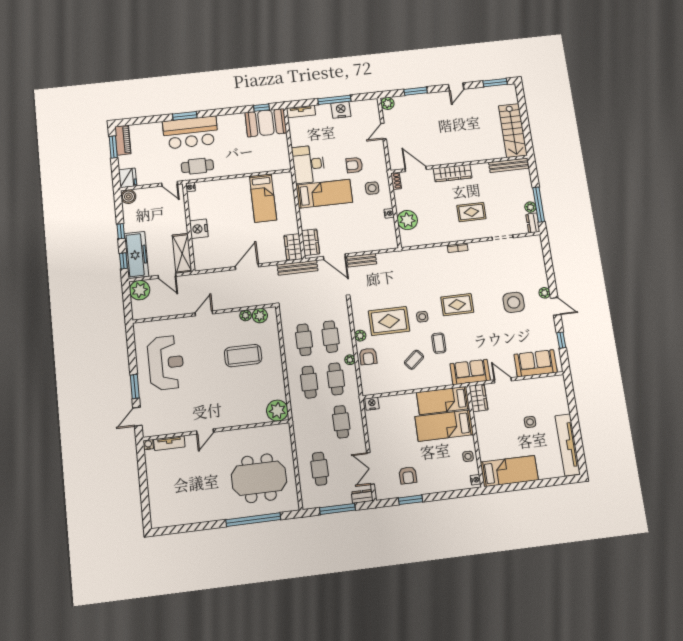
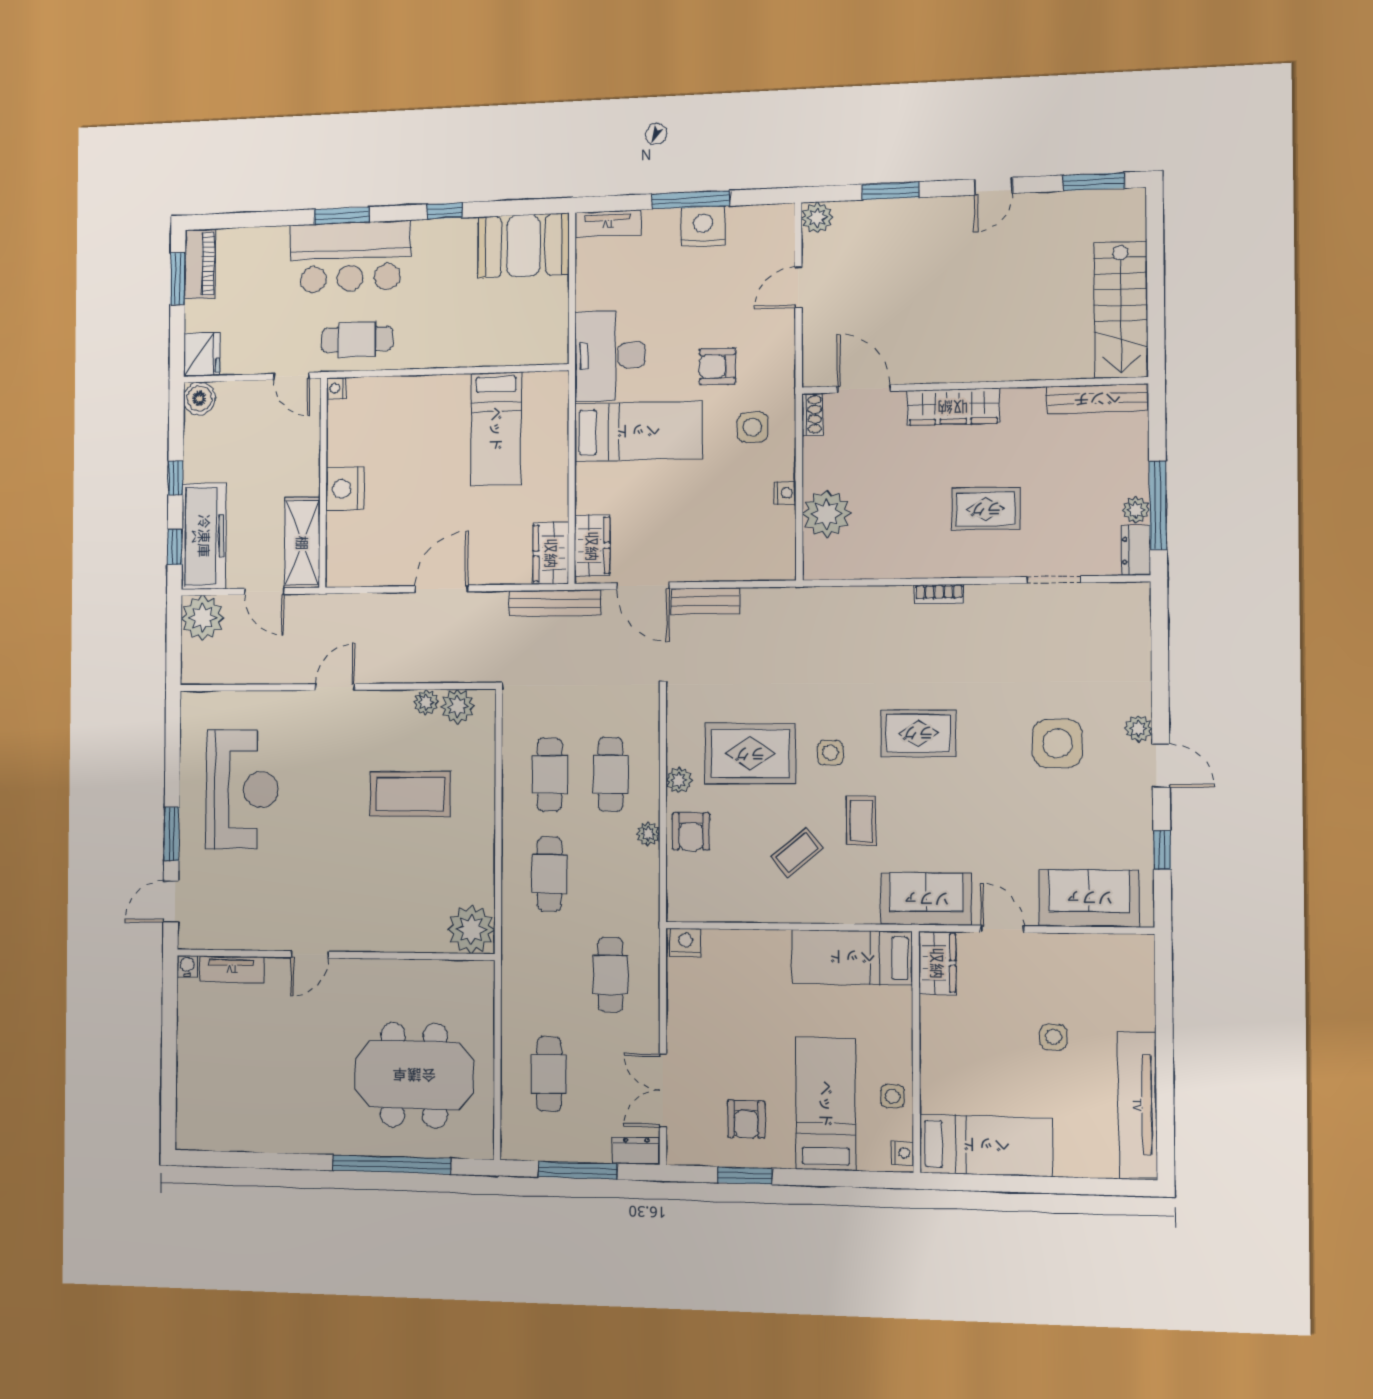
window: (262, 108) -> (445, 211), moved
cafe table: (336, 379) -> (611, 874), removed
bed: (444, 426) -> (826, 1104), moved, turned 90

